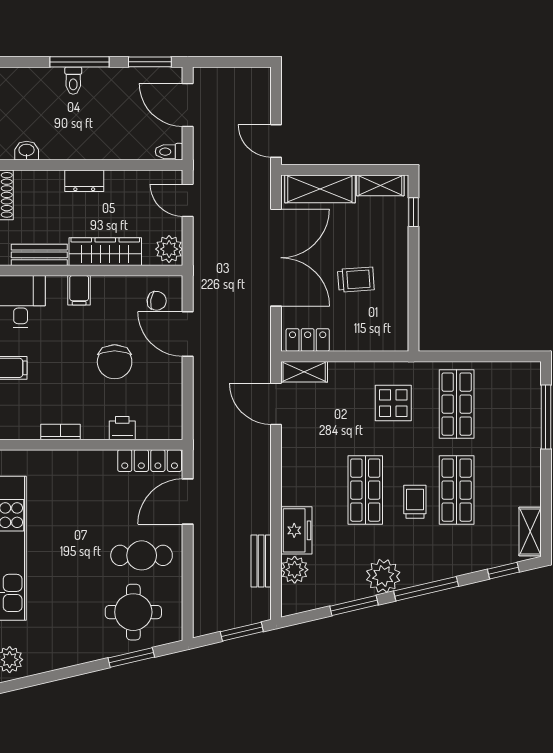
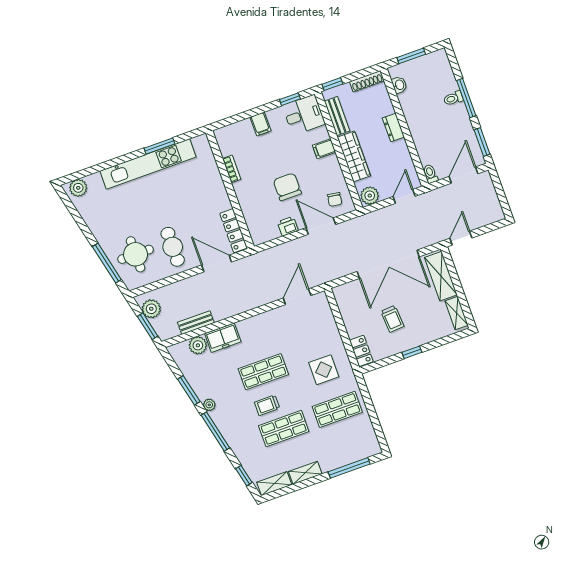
window: (413, 212) -> (412, 352), moved
door: (188, 334) -> (321, 226), hinge flipped
locker: (308, 340) -> (361, 351), moved
chair: (115, 362) -> (287, 187), turned 90
shelving: (304, 372) -> (305, 473), moved, turned 90
printer: (122, 428) -> (288, 226), moved, turned -90
trolley: (415, 502) -> (267, 405), turned 180
plant: (383, 576) -> (209, 405), width x0.53, depth x0.53
plant: (219, 617) -> (151, 309), added
window: (131, 657) -> (107, 263), width x1.44

